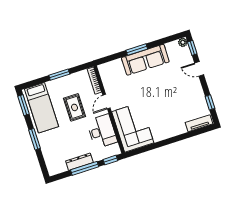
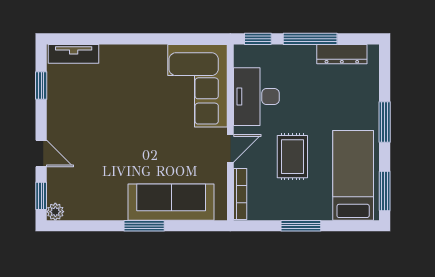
sofa: (145, 60) -> (171, 202), moved
dresser: (79, 162) -> (342, 54), moved

